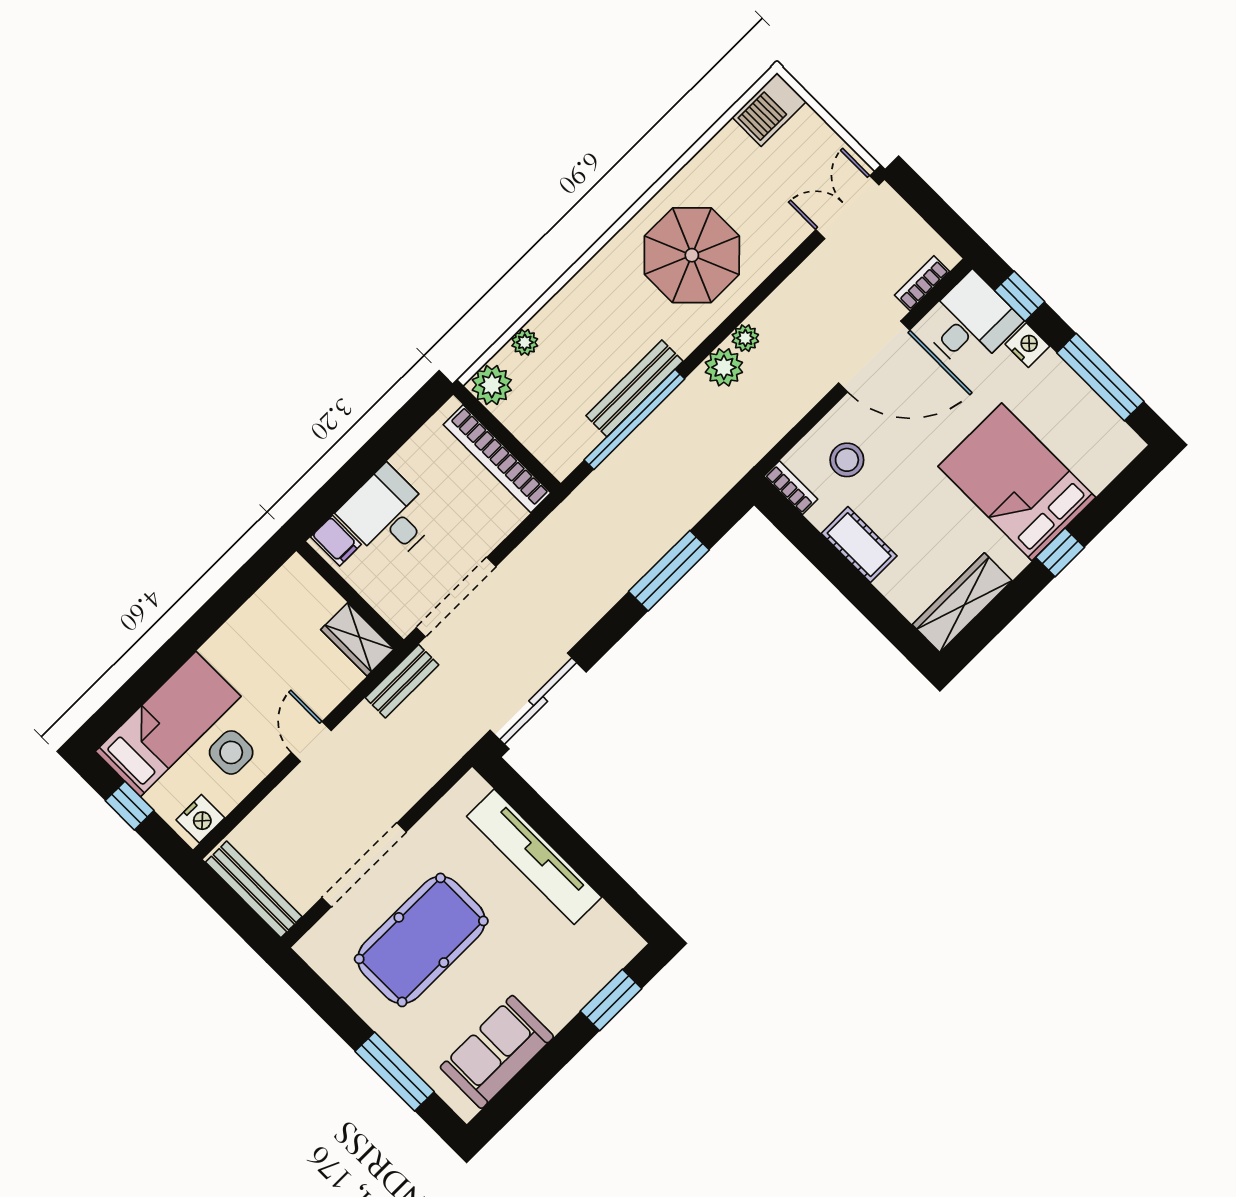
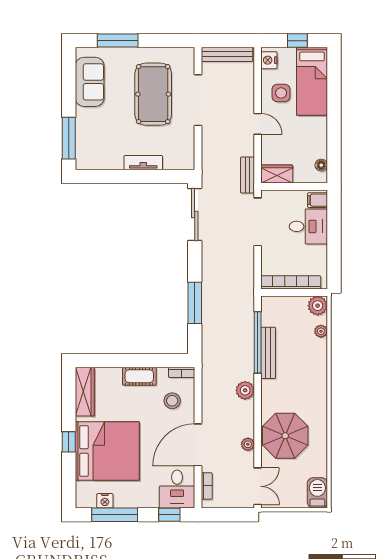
parasol: (692, 255) -> (285, 436), moved
plant: (745, 338) -> (248, 444), moved
nightstand: (1027, 345) -> (105, 501), moved
bed: (1017, 482) -> (107, 451), width x1.36
floor lamp: (279, 587) -> (321, 165), added
tv unit: (534, 857) -> (143, 163), width x0.52, depth x0.78
window: (611, 1000) -> (69, 138), width x1.44

